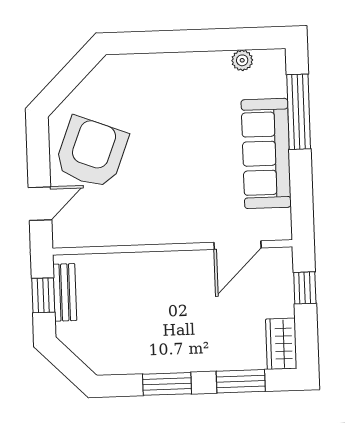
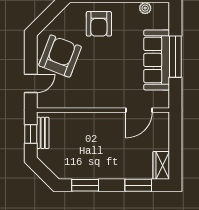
armchair: (159, 92) -> (99, 24), added
window: (299, 112) -> (175, 57), moved
window: (305, 288) -> (175, 135), removed
window: (167, 384) -> (85, 185), moved

